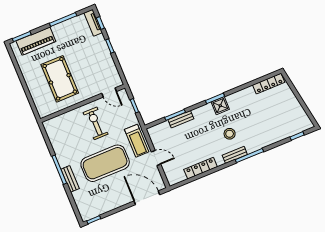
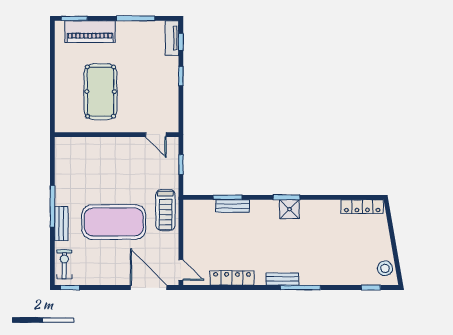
exercise bike: (96, 123) -> (64, 264), moved, width x0.73, depth x0.72
stool: (230, 134) -> (385, 268), moved
door: (156, 158) -> (181, 270), moved

